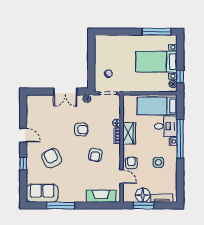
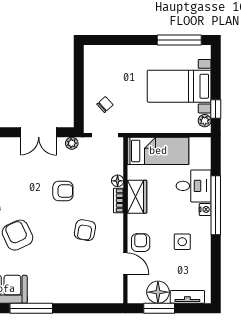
bed: (157, 106) -> (158, 151), moved, turned 180
fireplace: (101, 196) -> (94, 294), removed

